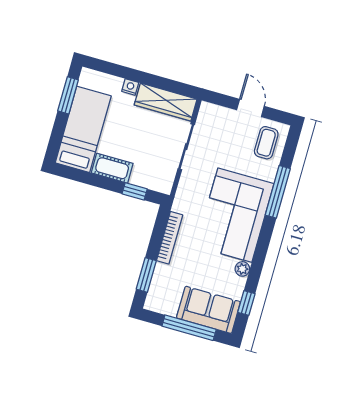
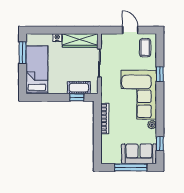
cot: (112, 168) -> (79, 88), moved
window: (278, 192) -> (160, 74), width x0.46
window: (146, 275) -> (97, 144), removed

